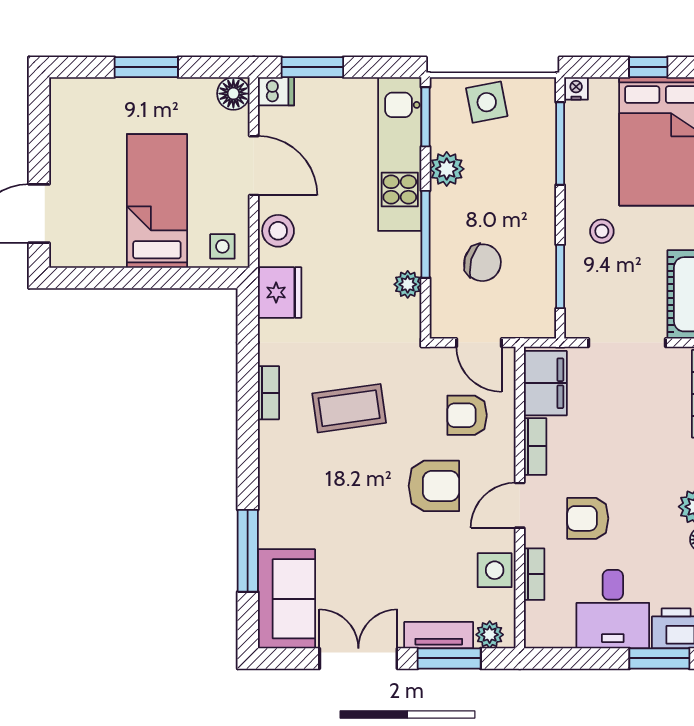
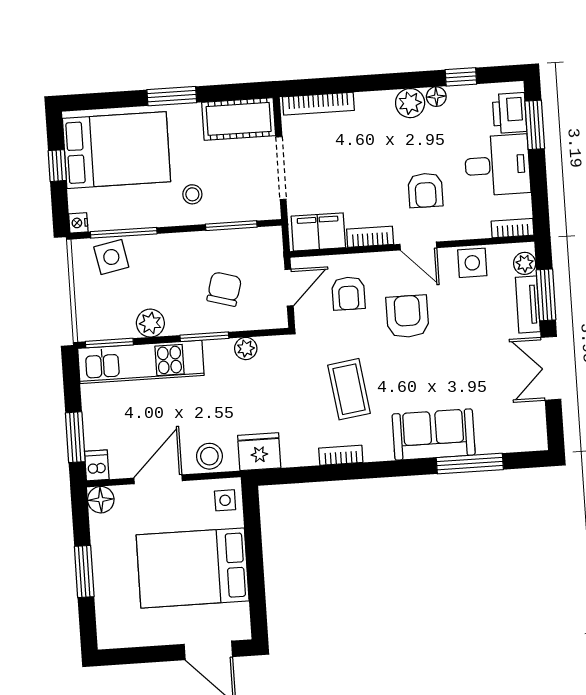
side table: (487, 102) -> (111, 257), moved
bed: (157, 201) -> (193, 568), width x1.50
window: (425, 234) -> (204, 337), width x0.69
bookcase: (534, 574) -> (512, 228), moved
sofa: (286, 599) -> (434, 434), moved

